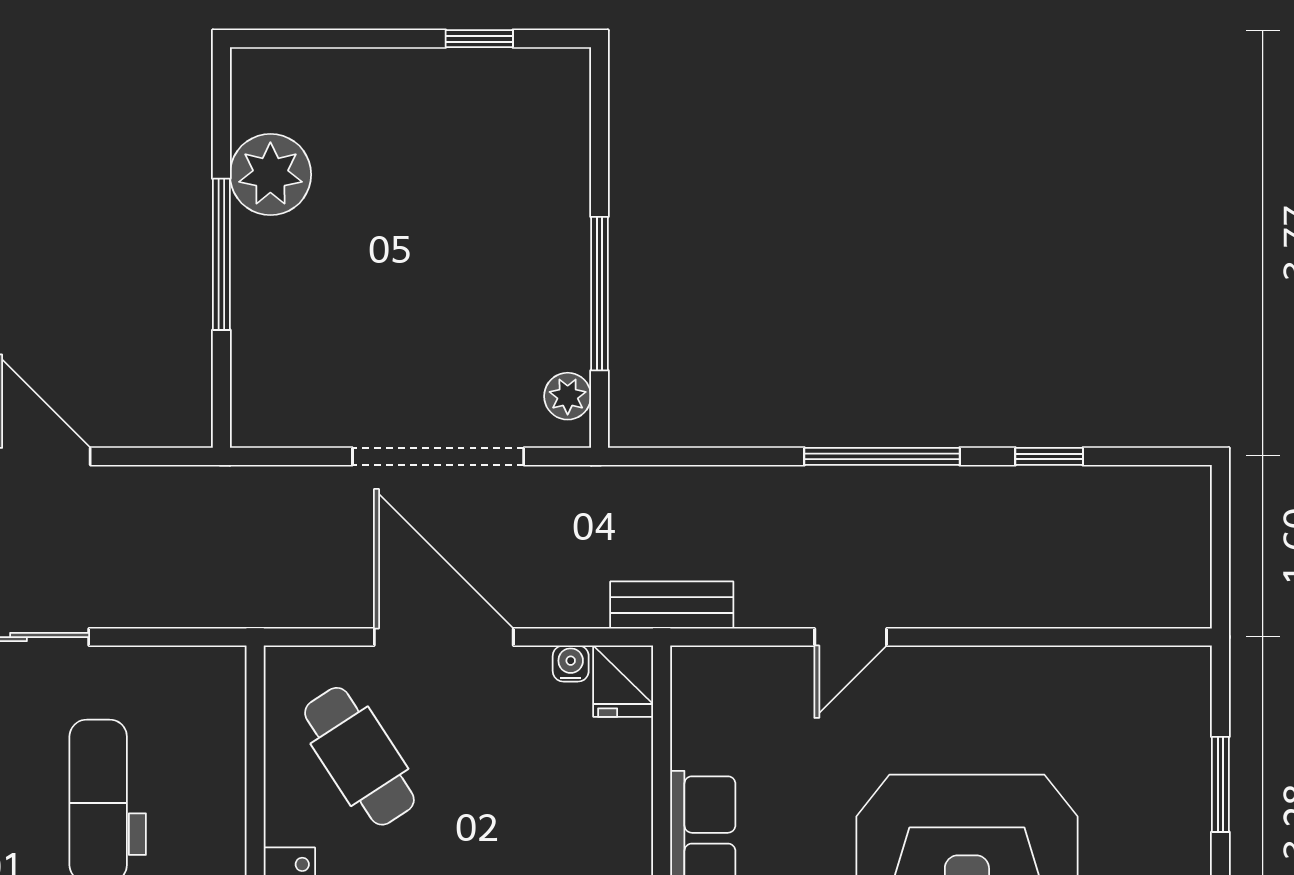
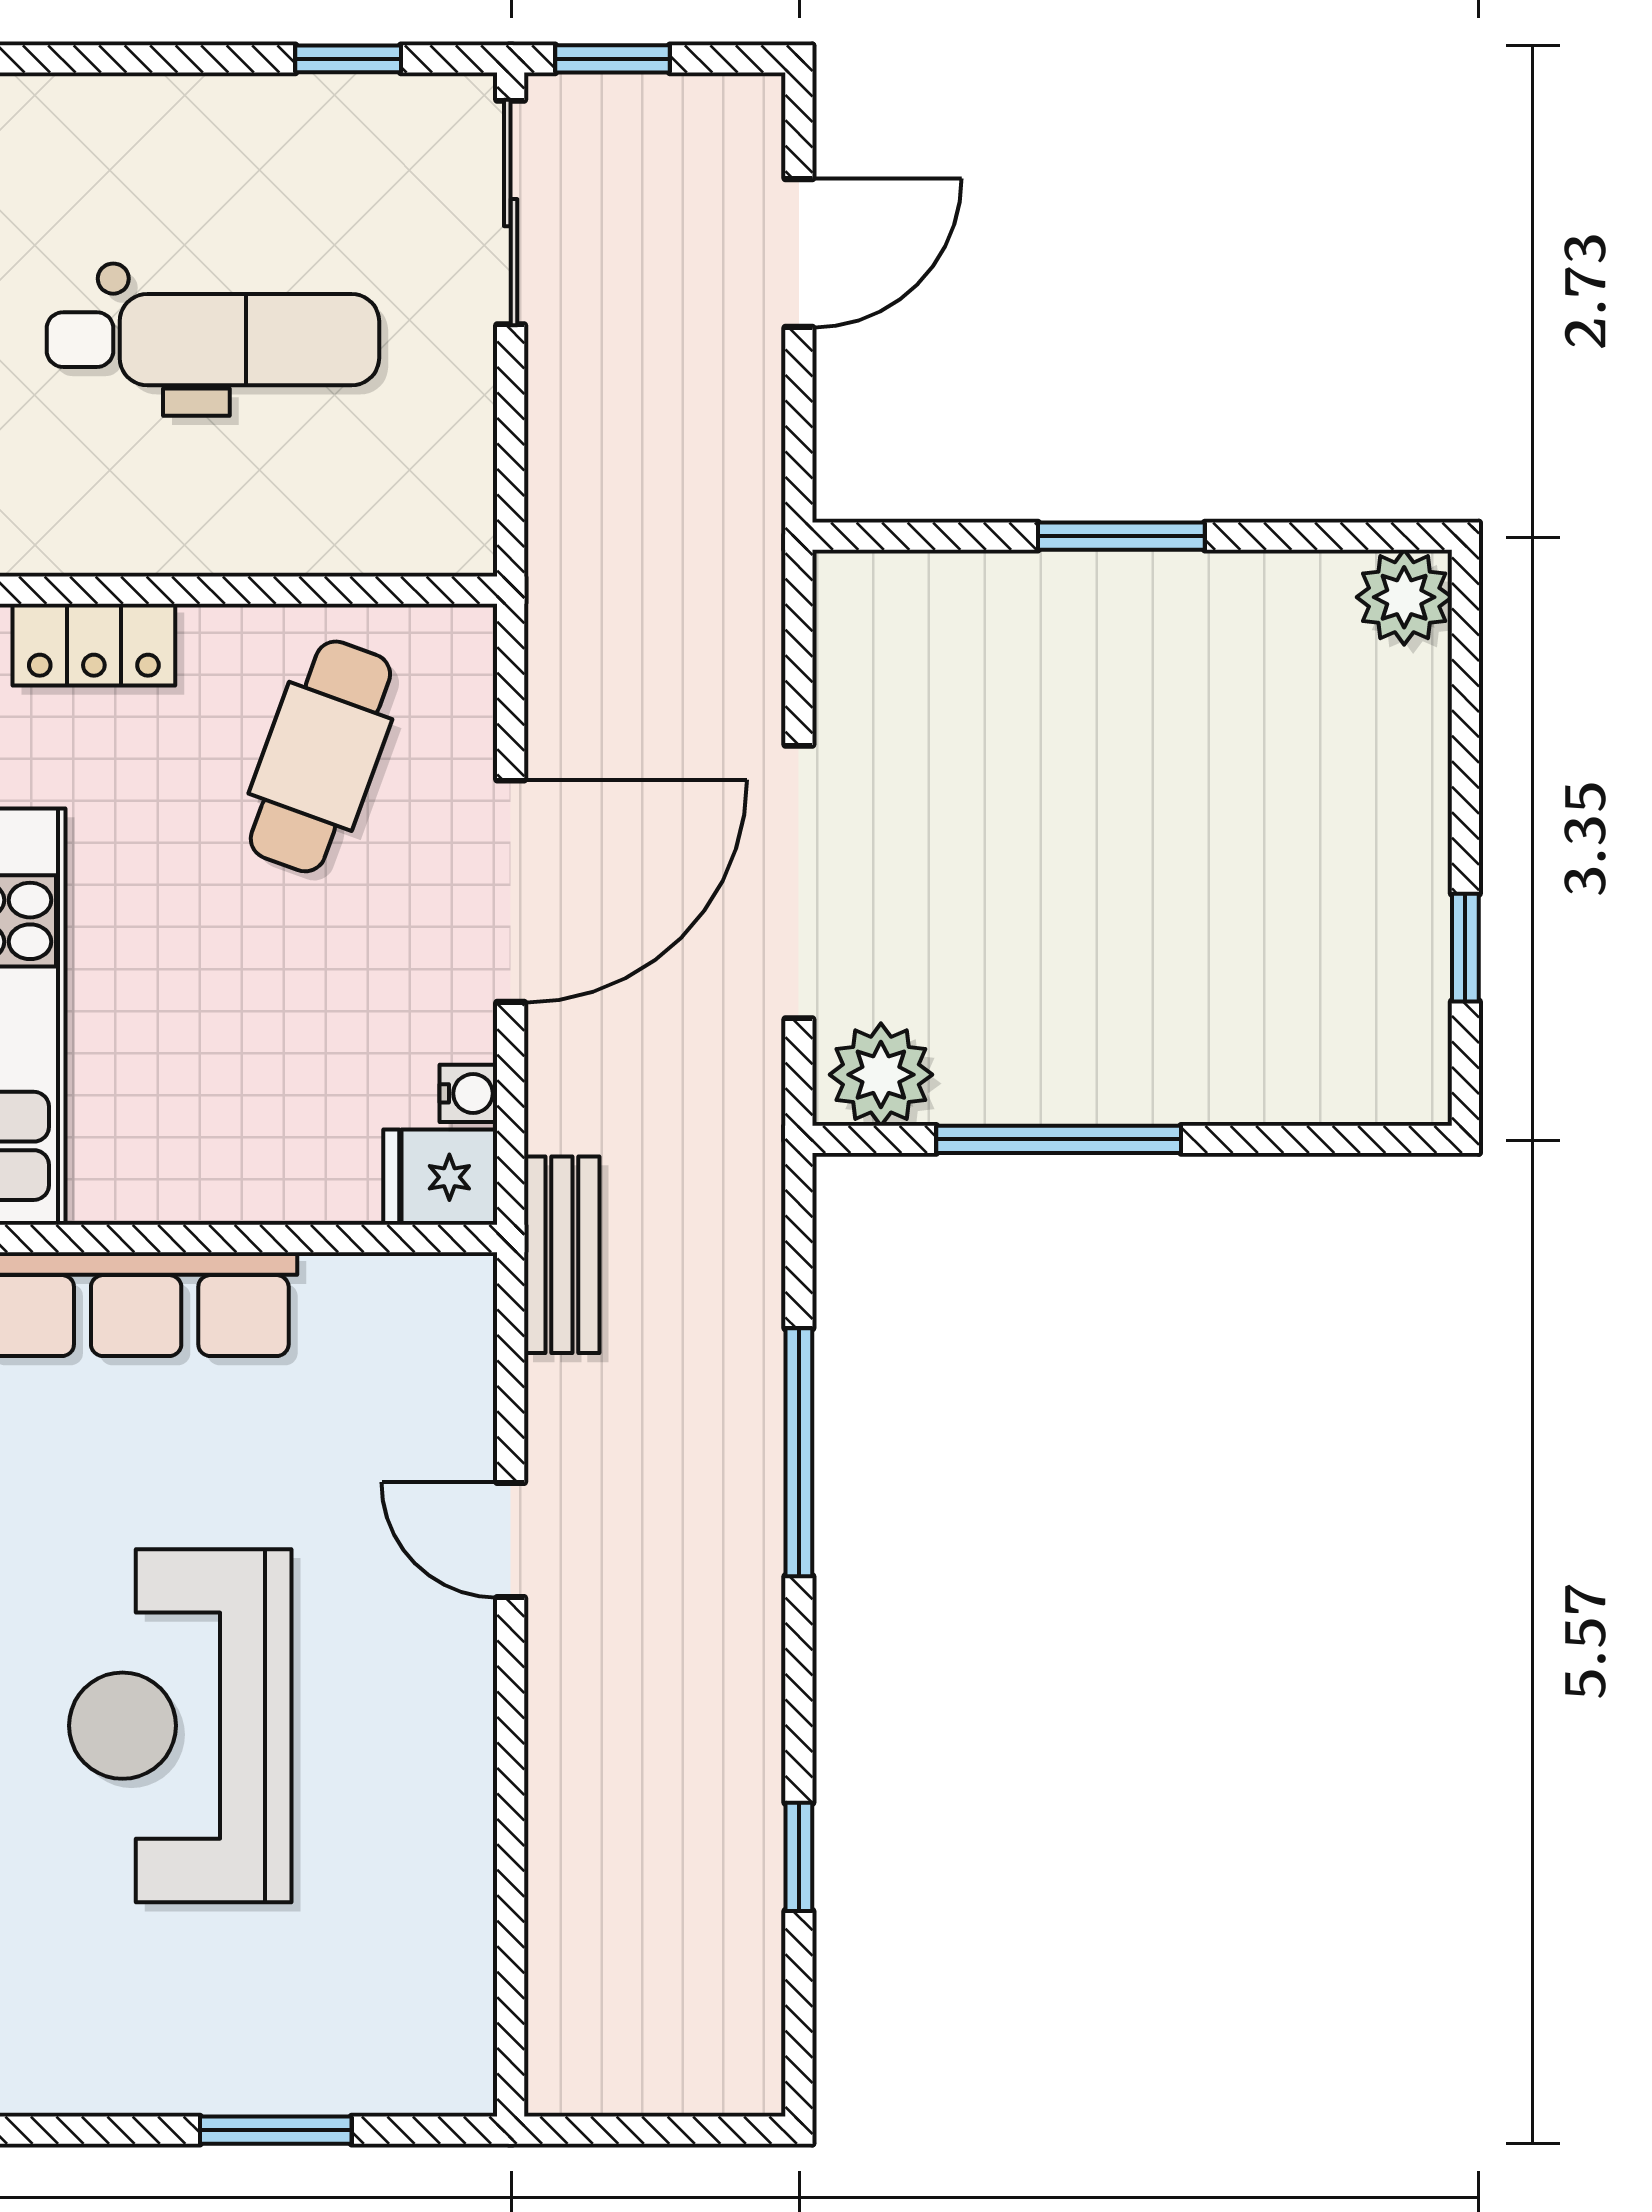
plant: (270, 175) -> (1404, 597), moved, width x0.73, depth x0.73
window: (221, 254) -> (1121, 536), width x0.69
plant: (568, 396) -> (881, 1075), width x1.38, depth x1.38
window: (882, 456) -> (799, 1452), moved
cafe table: (359, 756) -> (320, 756), turned -37

